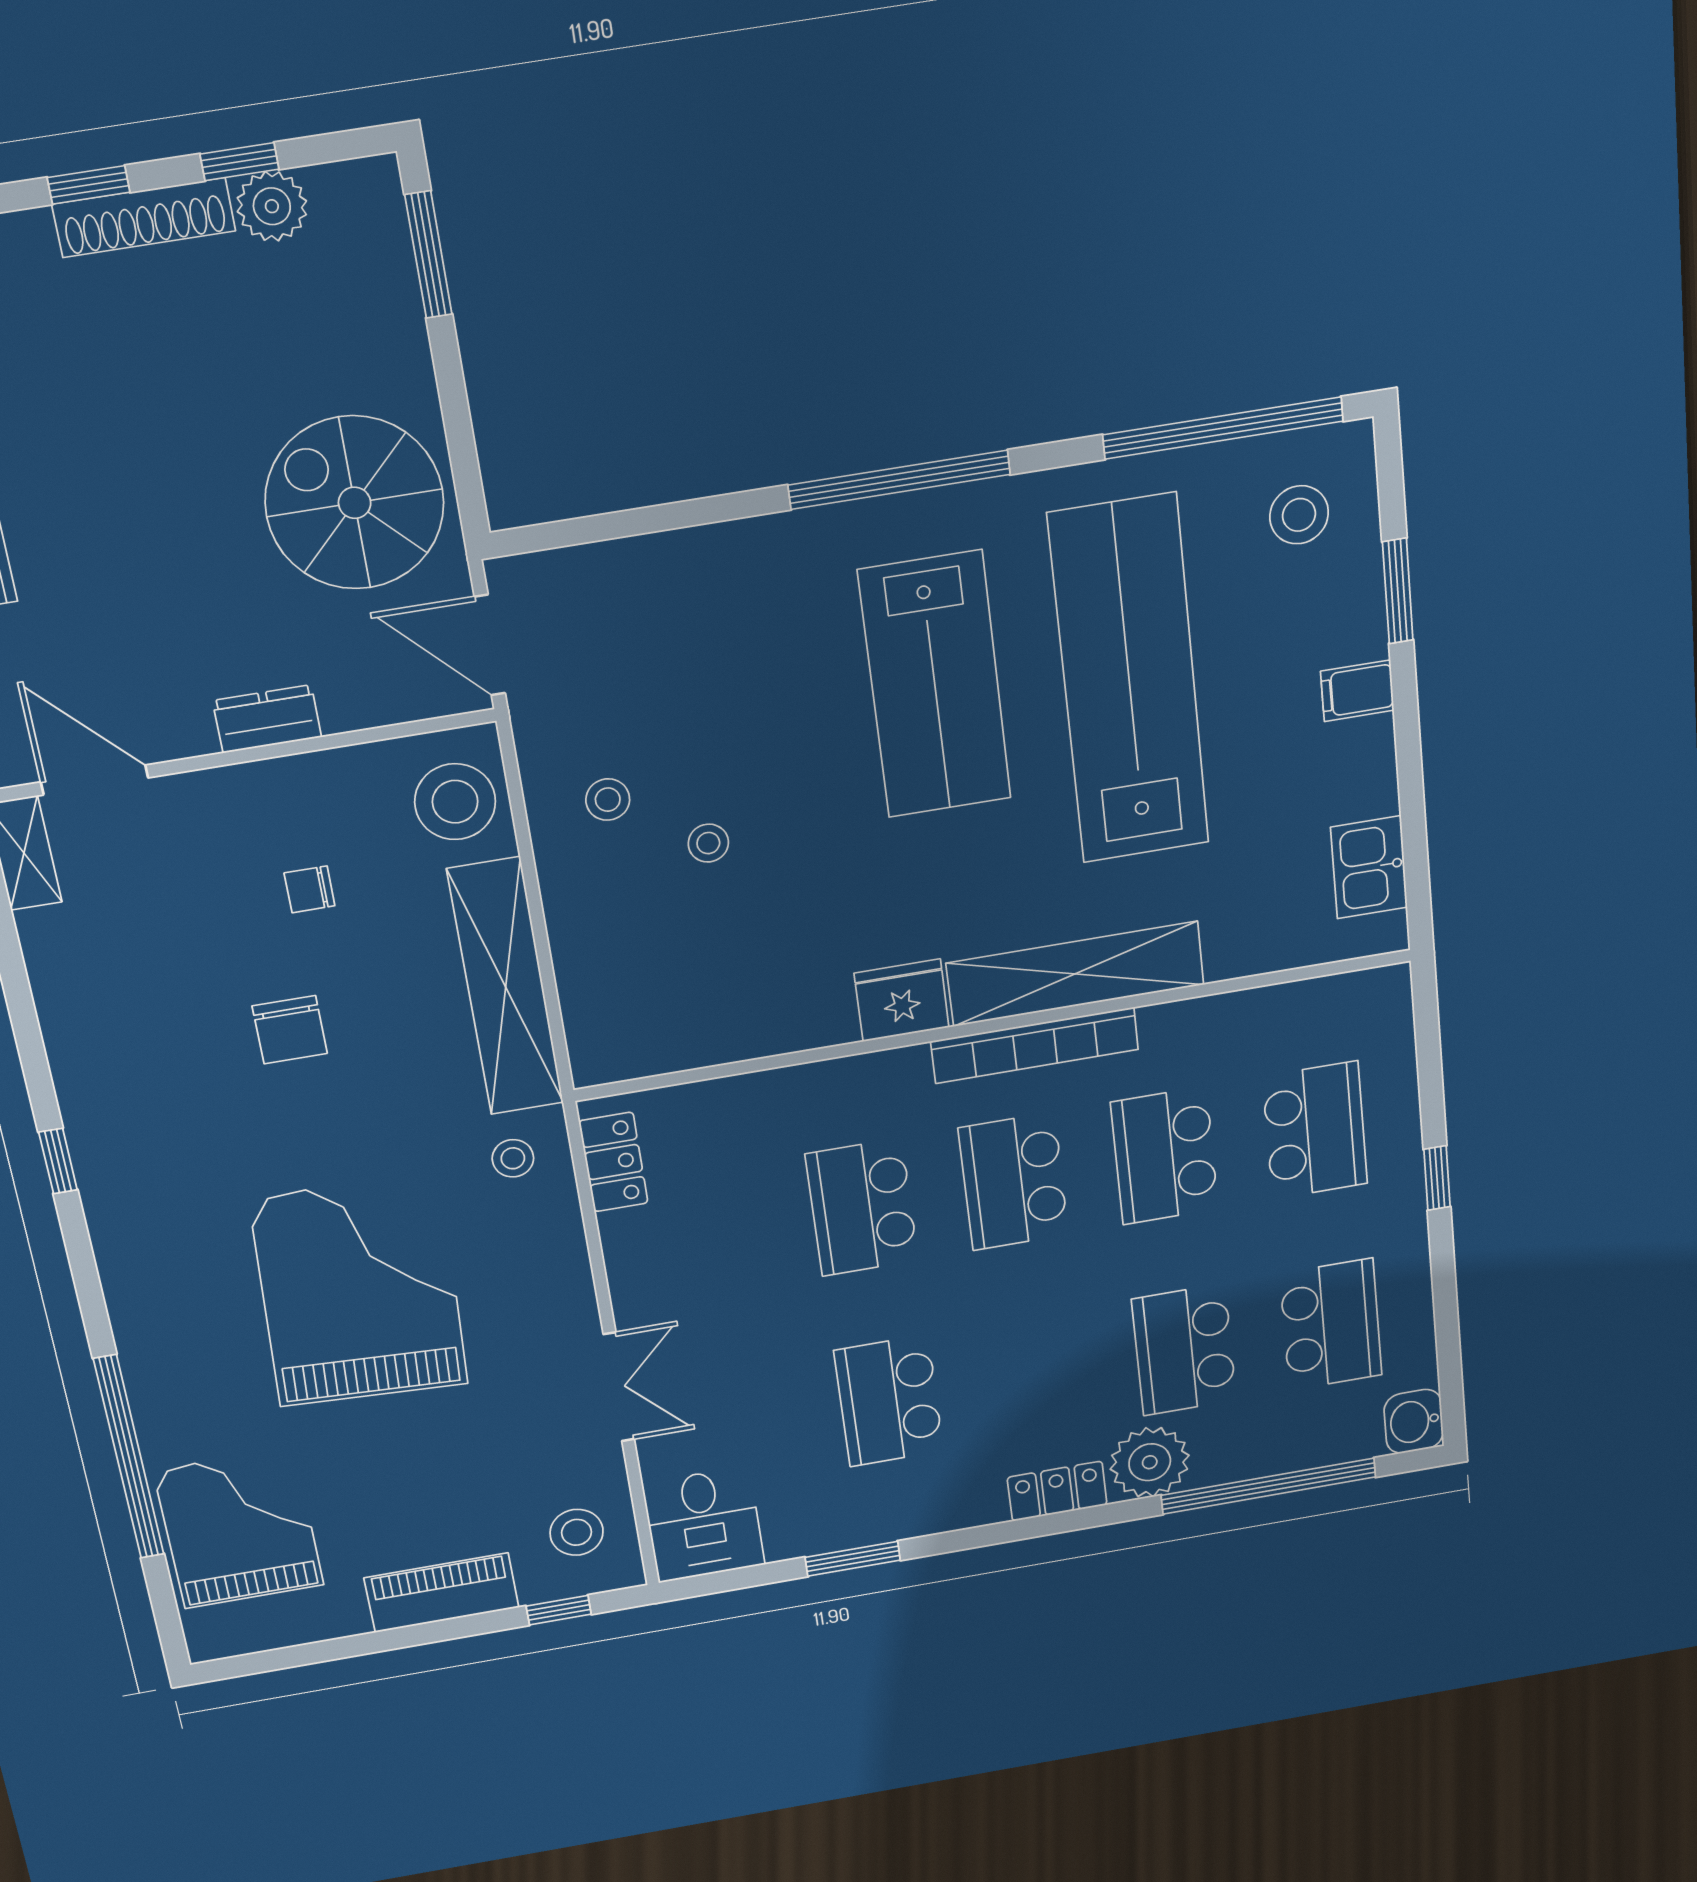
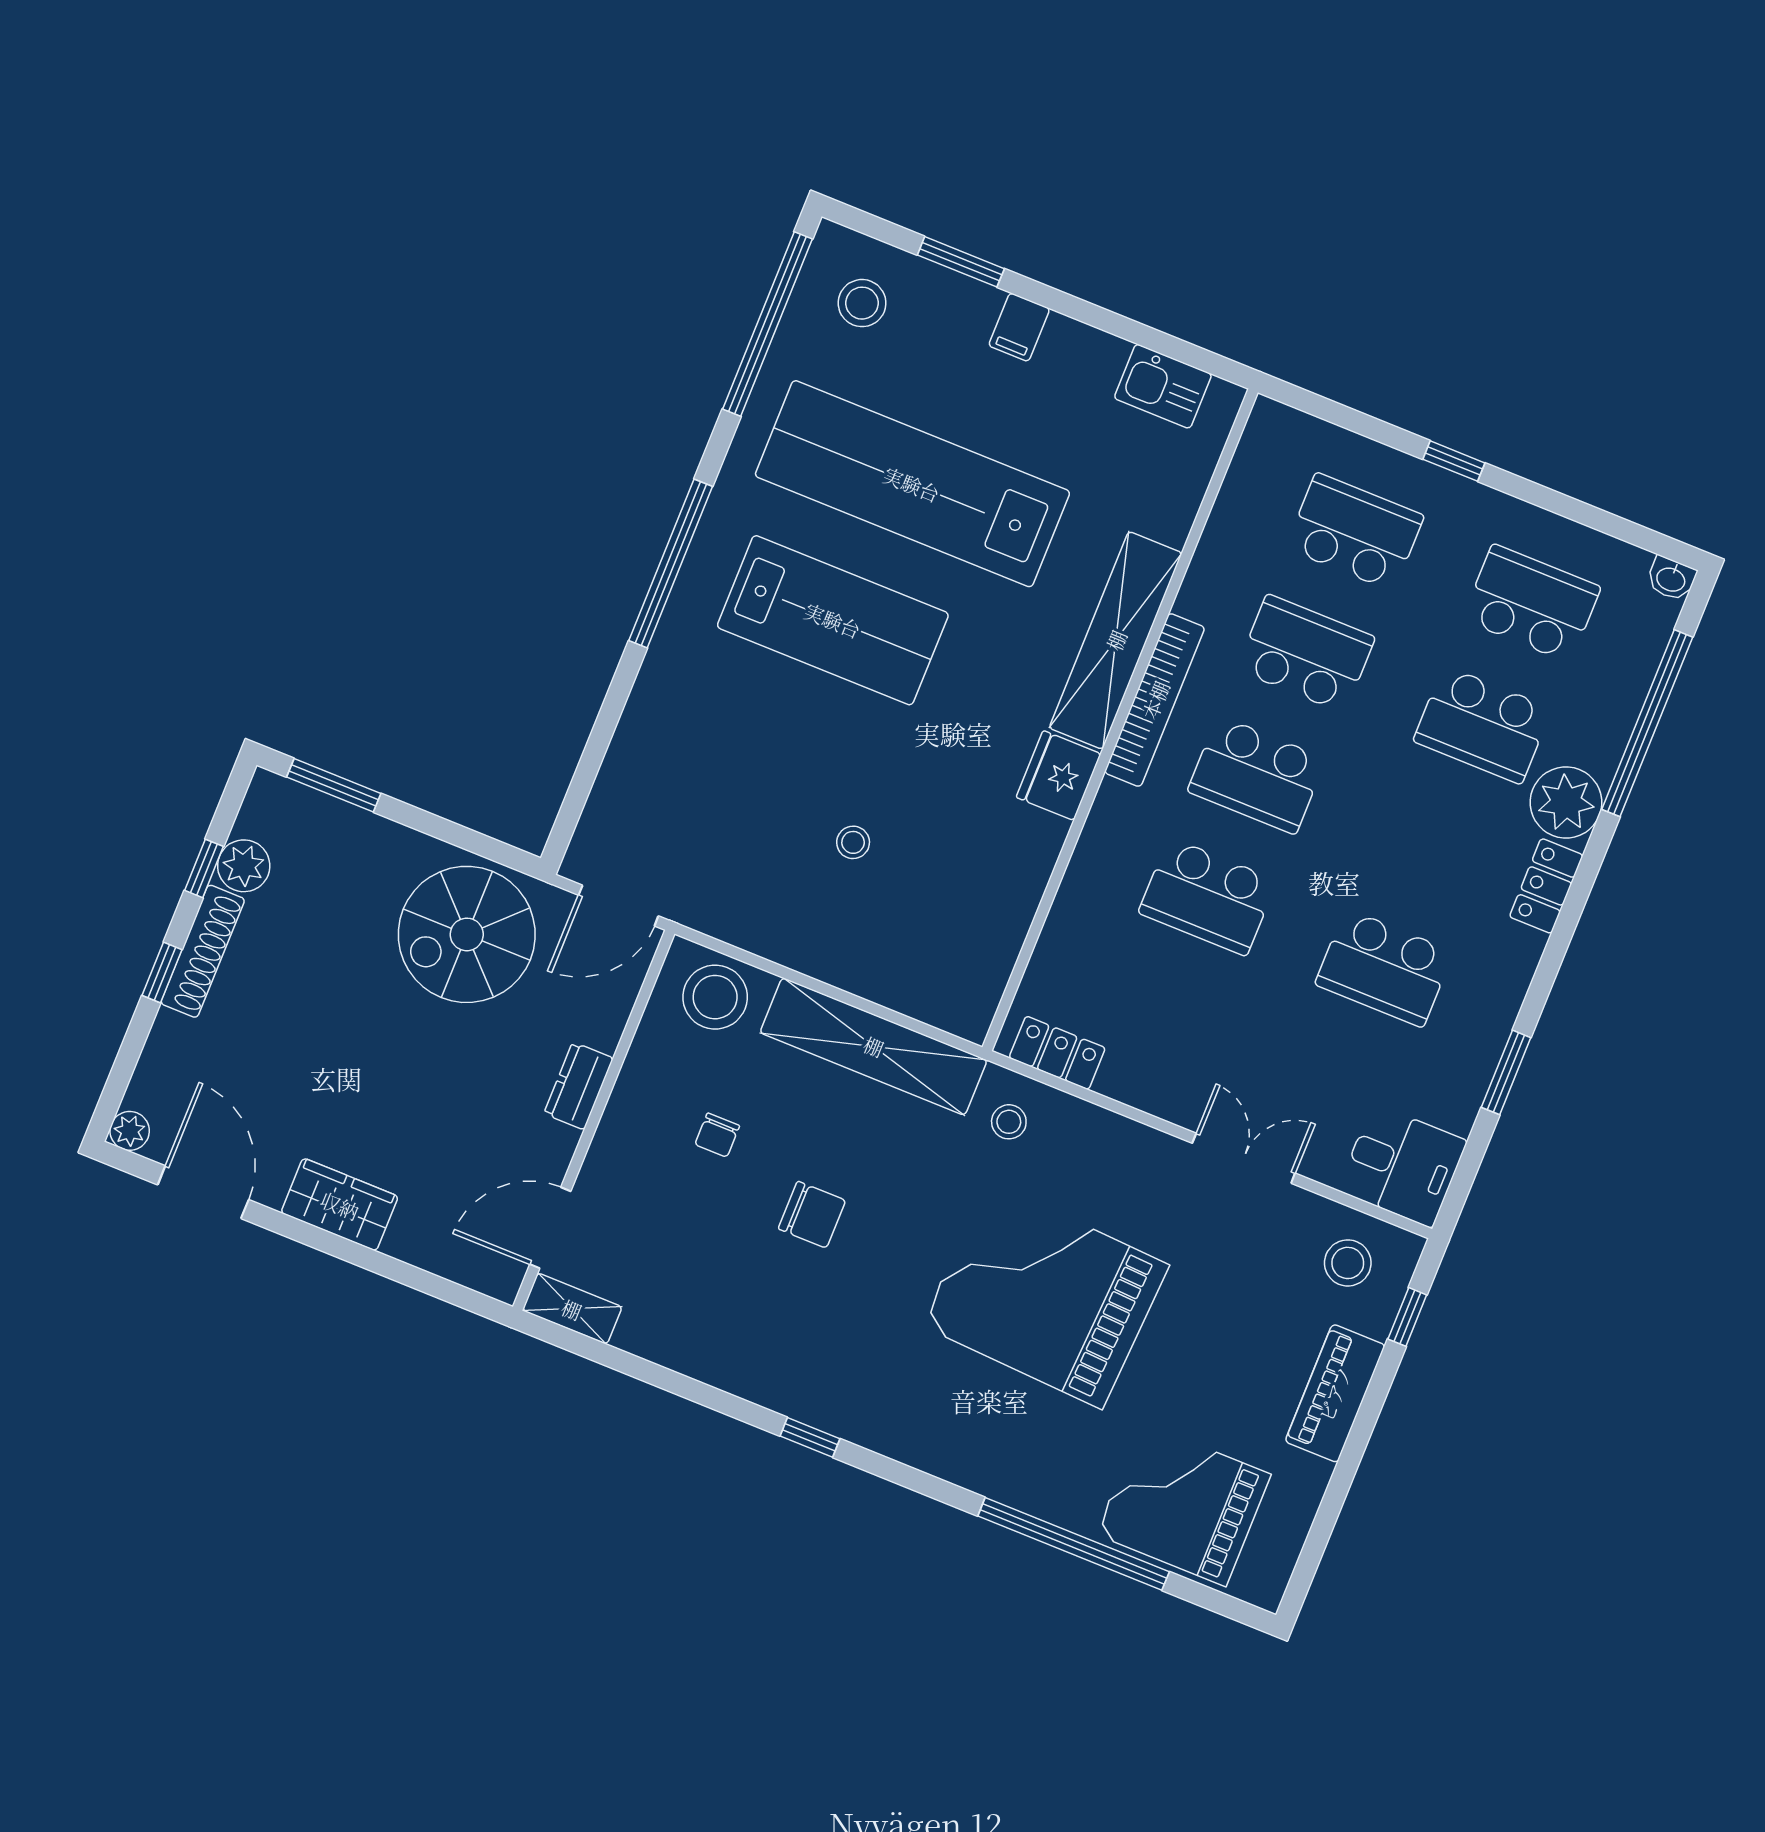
stool: (608, 800) -> (778, 893), removed
school desk: (1165, 1156) -> (1306, 653), turned 180
washbasin: (1414, 1421) -> (1671, 579), width x0.72, depth x0.69

